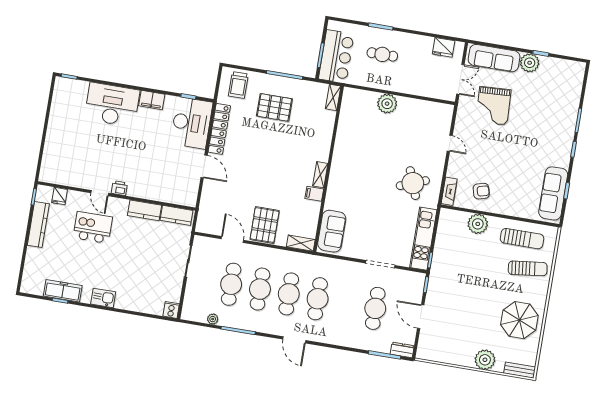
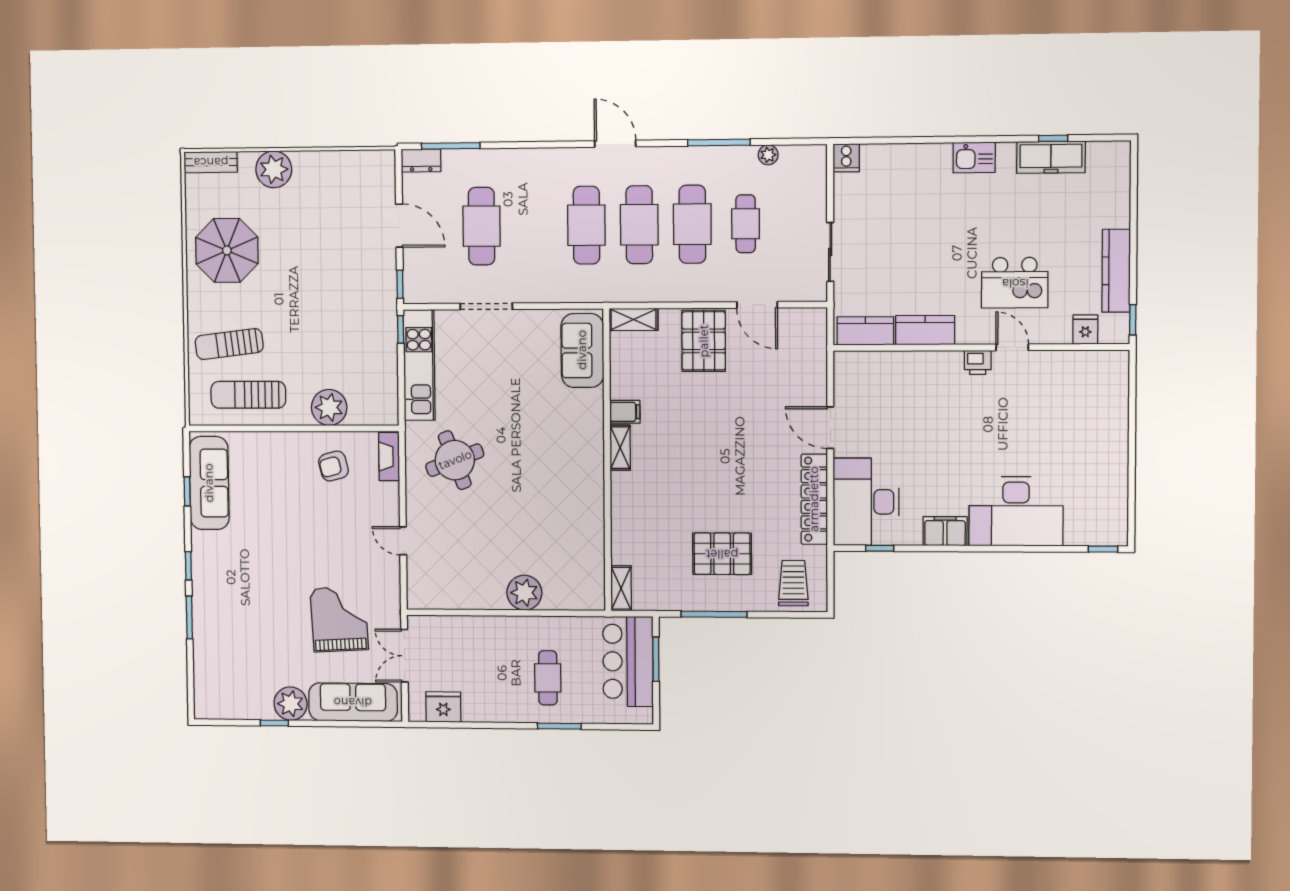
cafe table: (382, 54) -> (548, 678), turned 90
cafe table: (231, 284) -> (746, 224), width x0.73, depth x0.74

